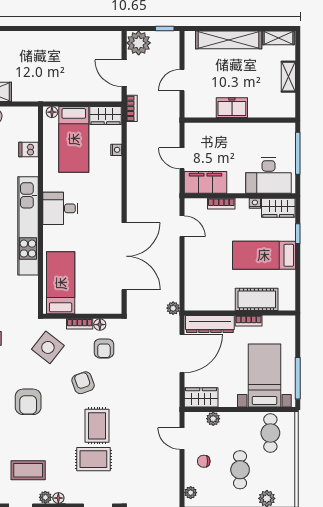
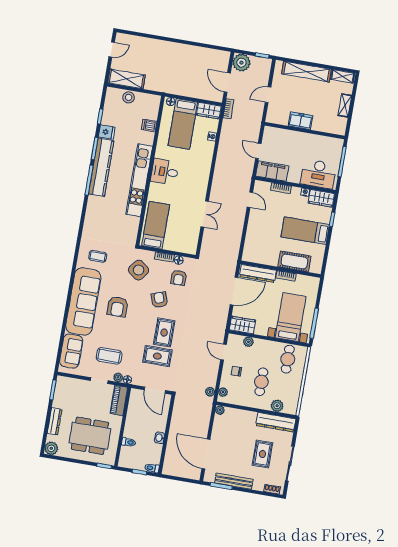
double door: (124, 256) -> (205, 214), width x0.54
plant: (173, 308) -> (210, 392), moved

